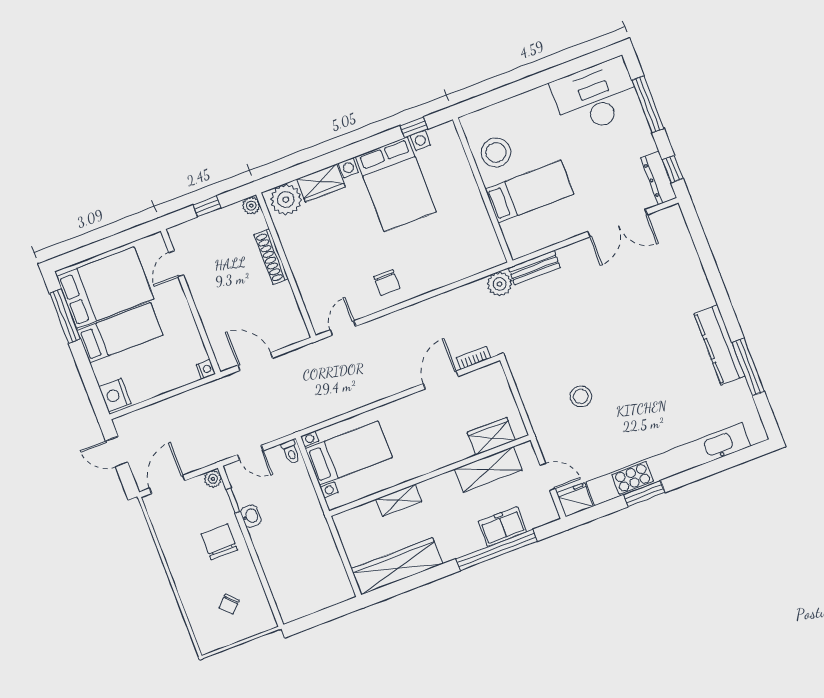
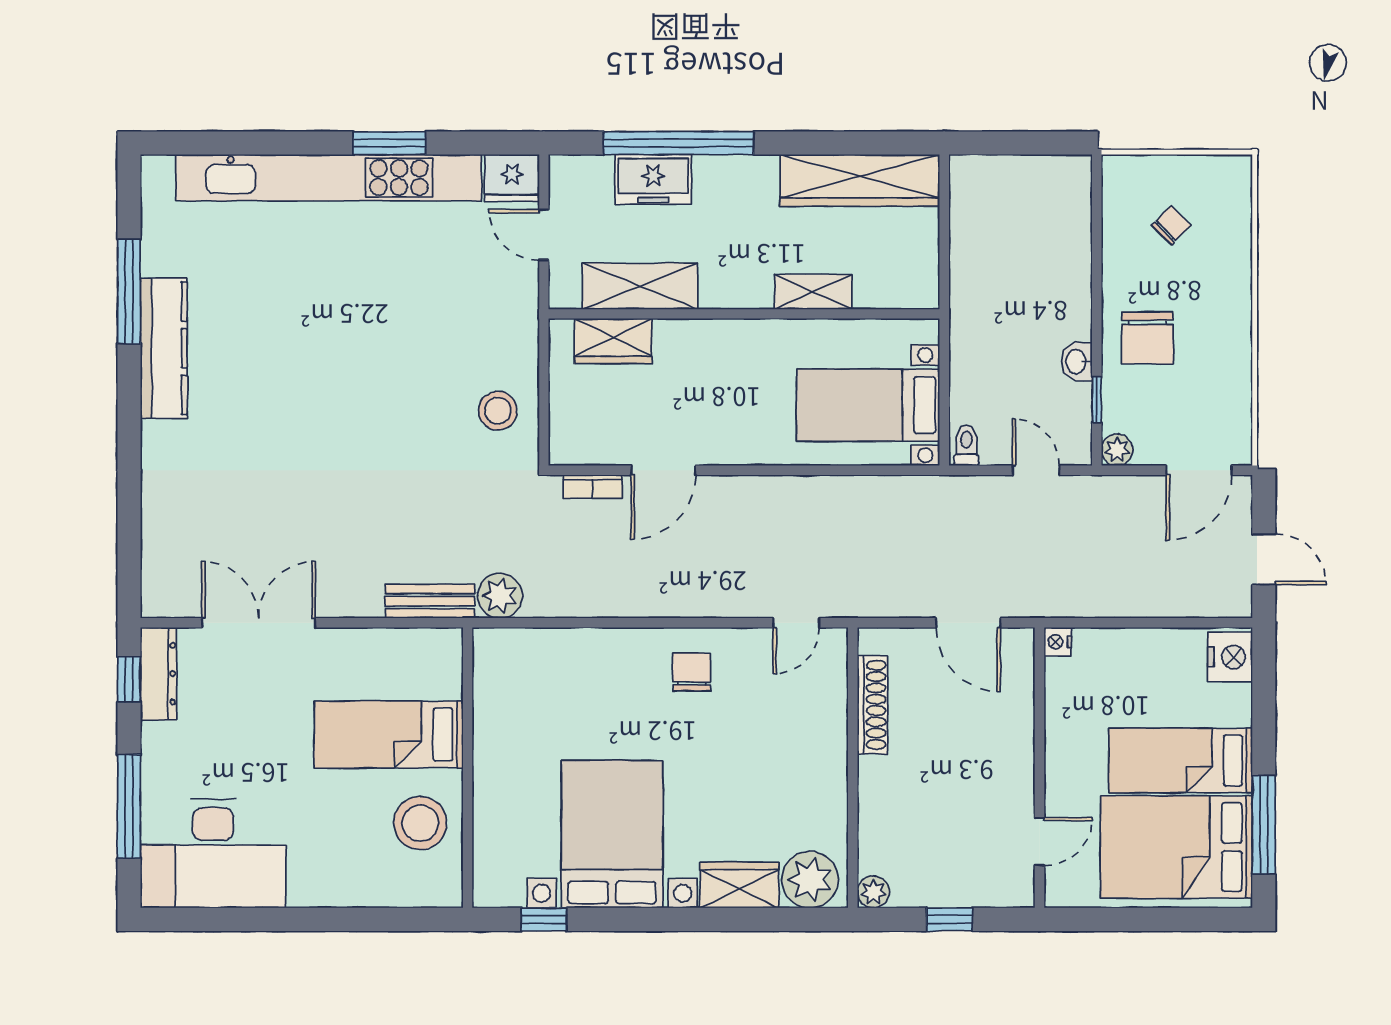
shoe rack: (271, 257) -> (872, 705), moved
stool: (581, 396) -> (498, 411), moved

